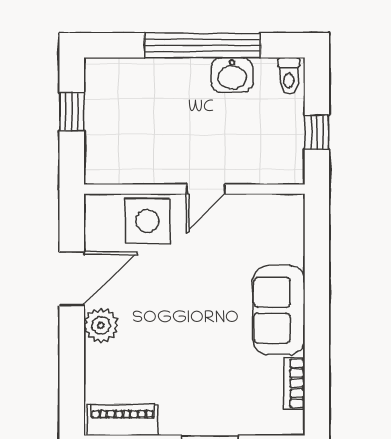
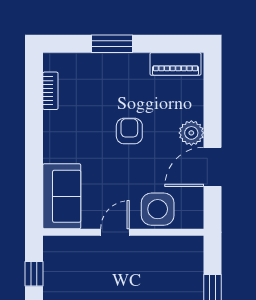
sofa: (279, 310) -> (62, 196), moved
armchair: (186, 328) -> (129, 131), added

